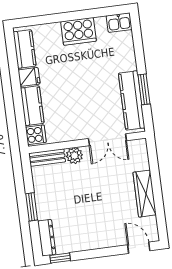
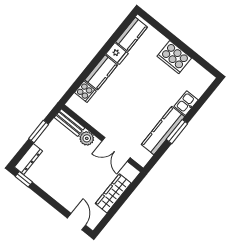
kitchen sink: (119, 23) -> (186, 103), moved, turned 90
double door: (107, 140) -> (116, 149), moved
wall: (87, 142) -> (102, 138), moved
plant: (74, 156) -> (87, 138), moved
bench: (47, 158) -> (70, 123), moved

